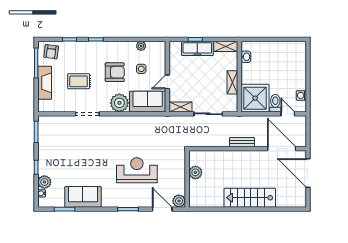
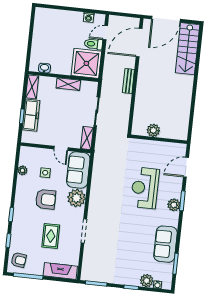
armchair: (115, 72) -> (46, 199), turned 90
fireplace: (45, 83) -> (60, 271), moved
stairs: (250, 198) -> (188, 49), moved
plant: (179, 201) -> (174, 205), moved

